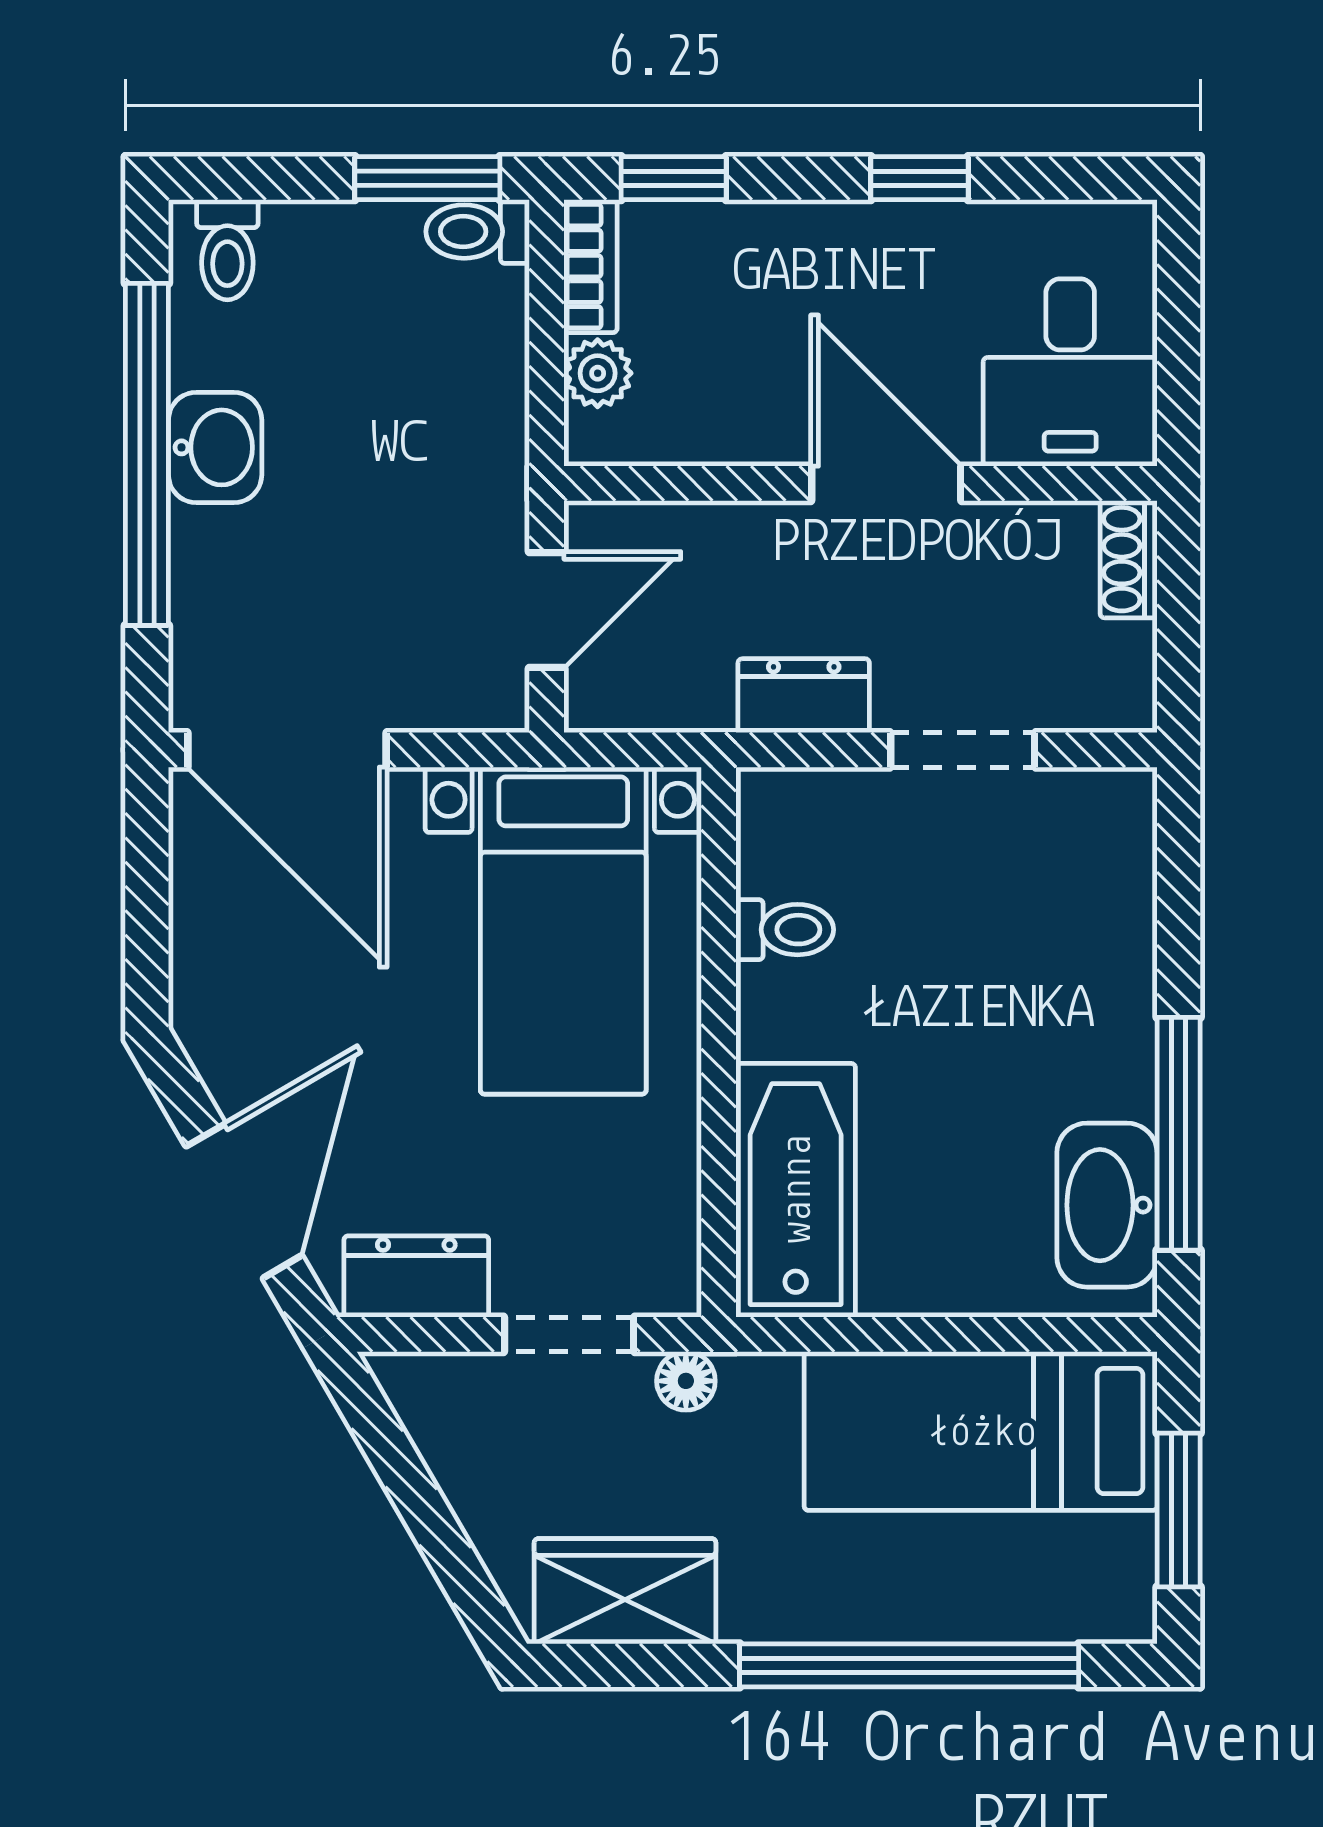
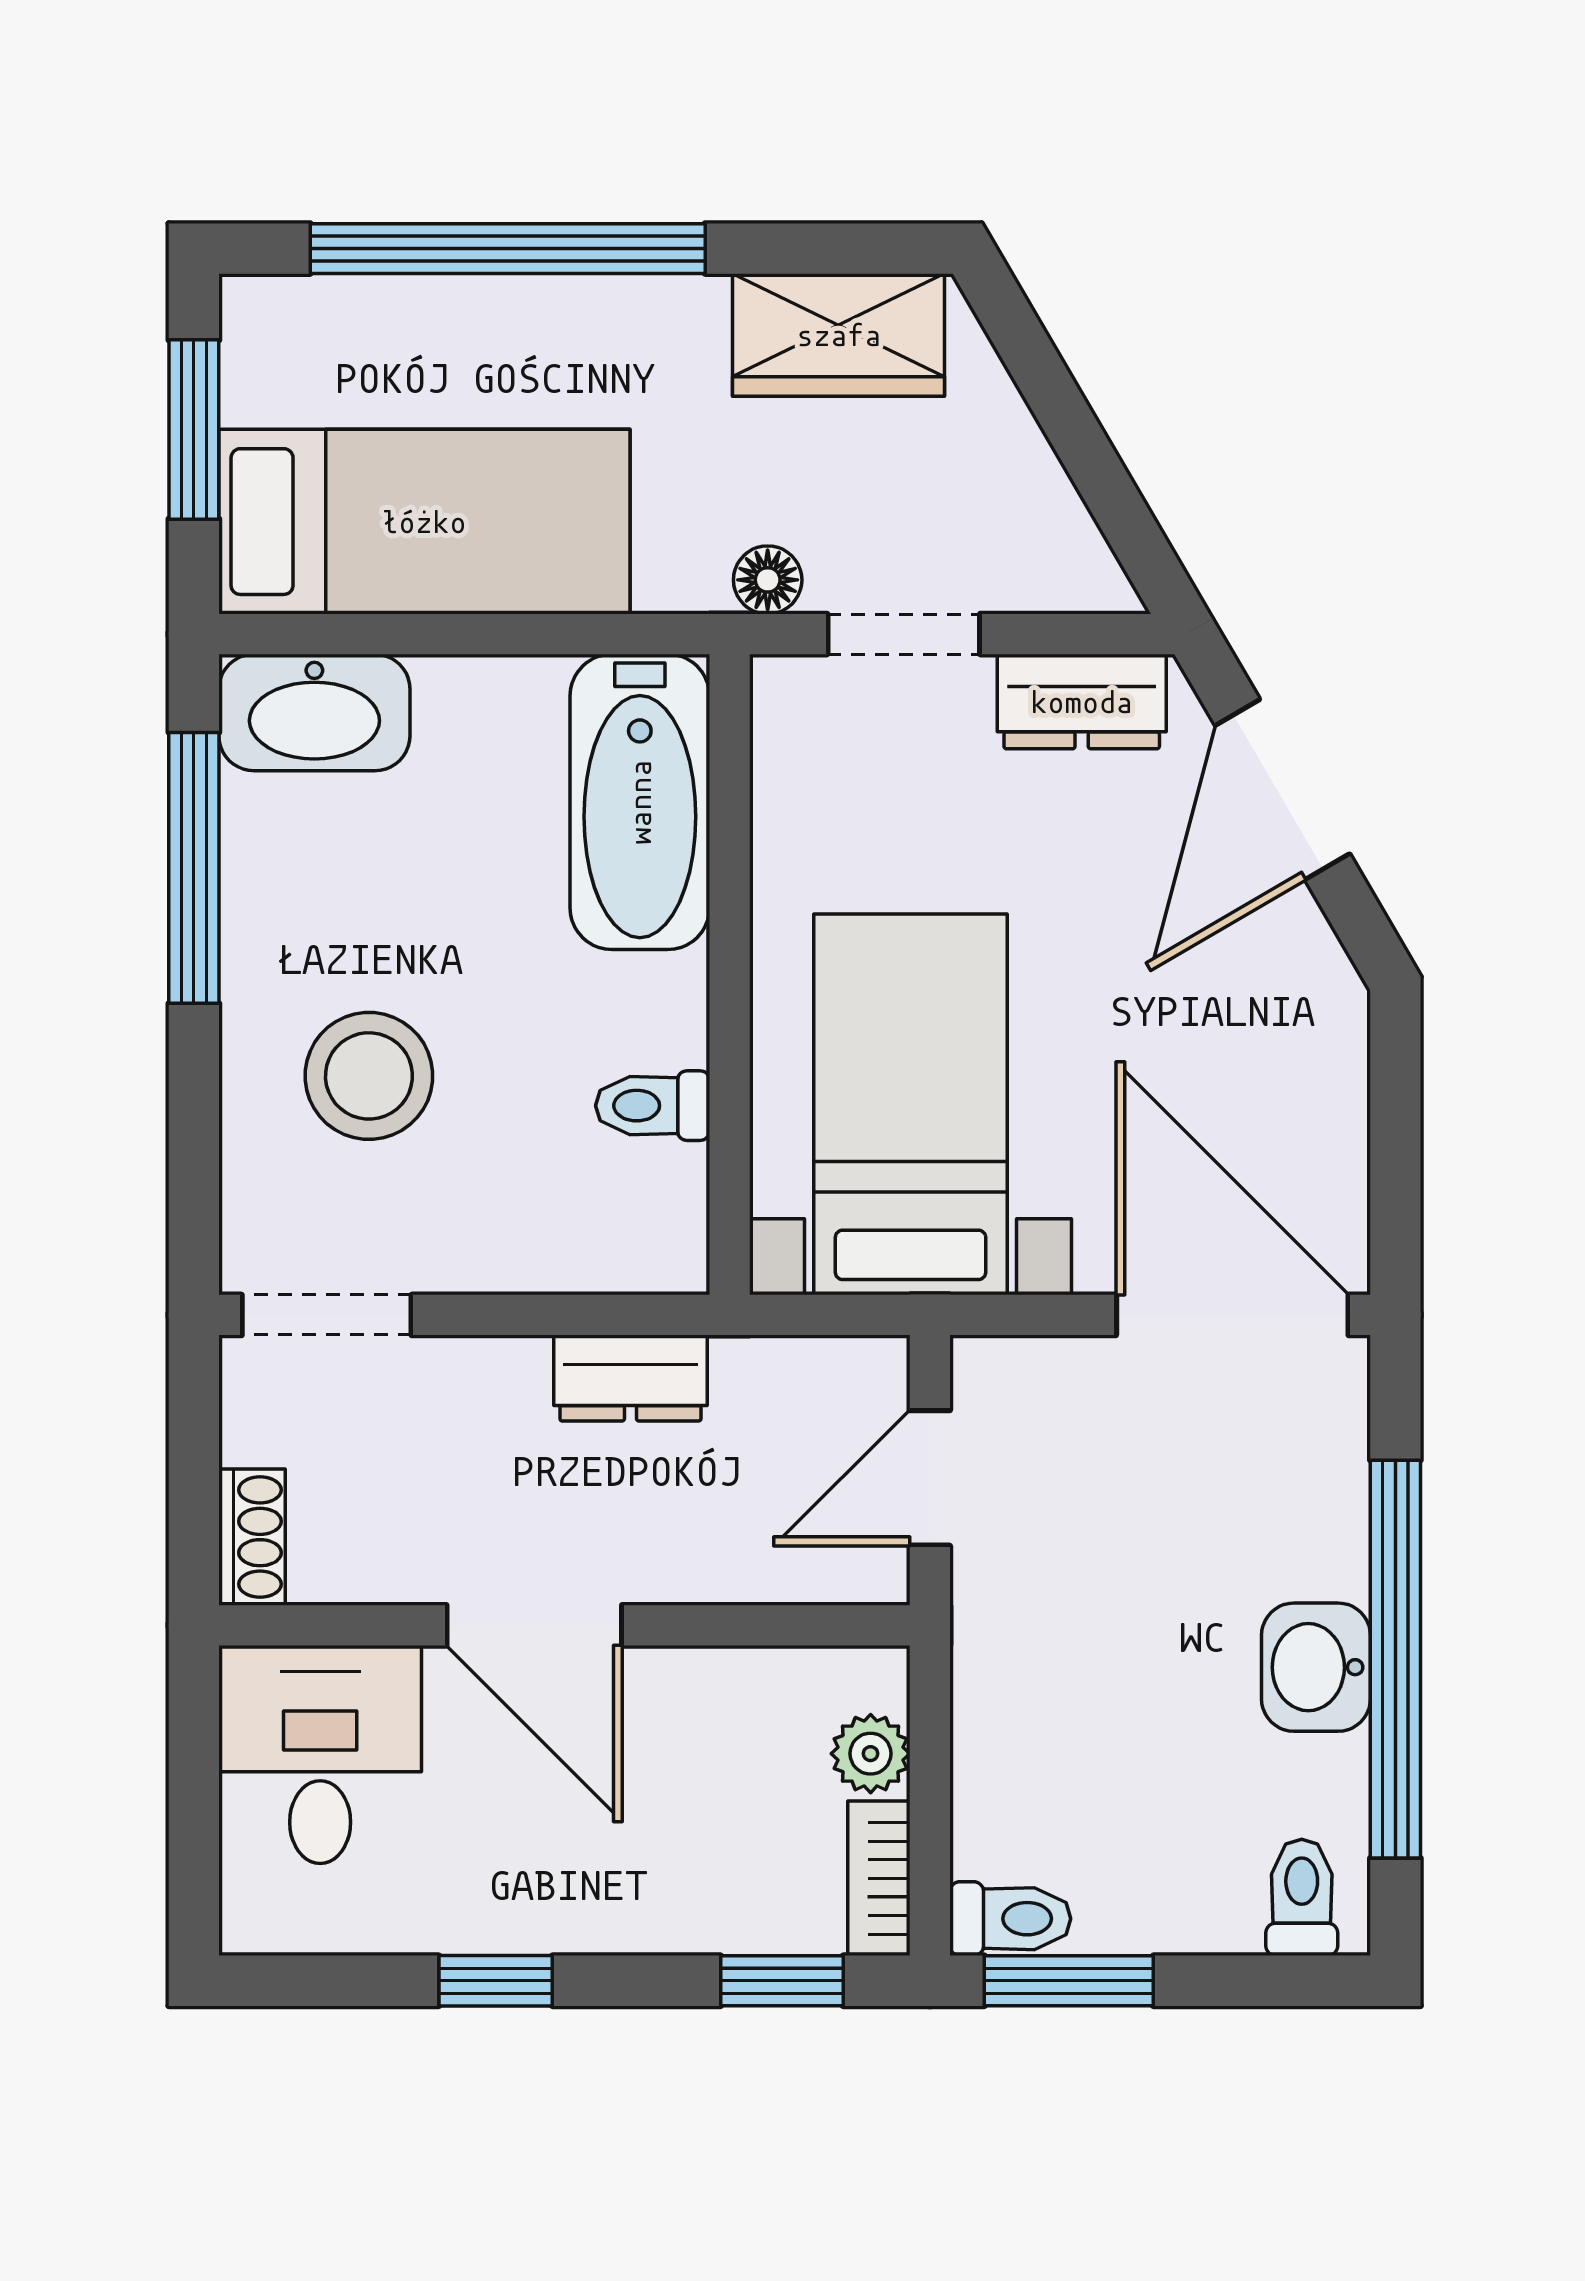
doorway: (963, 750) -> (327, 1315), moved
stool: (1028, 955) -> (369, 1076), added
washbasin: (1107, 1205) -> (314, 712), moved, turned 90

